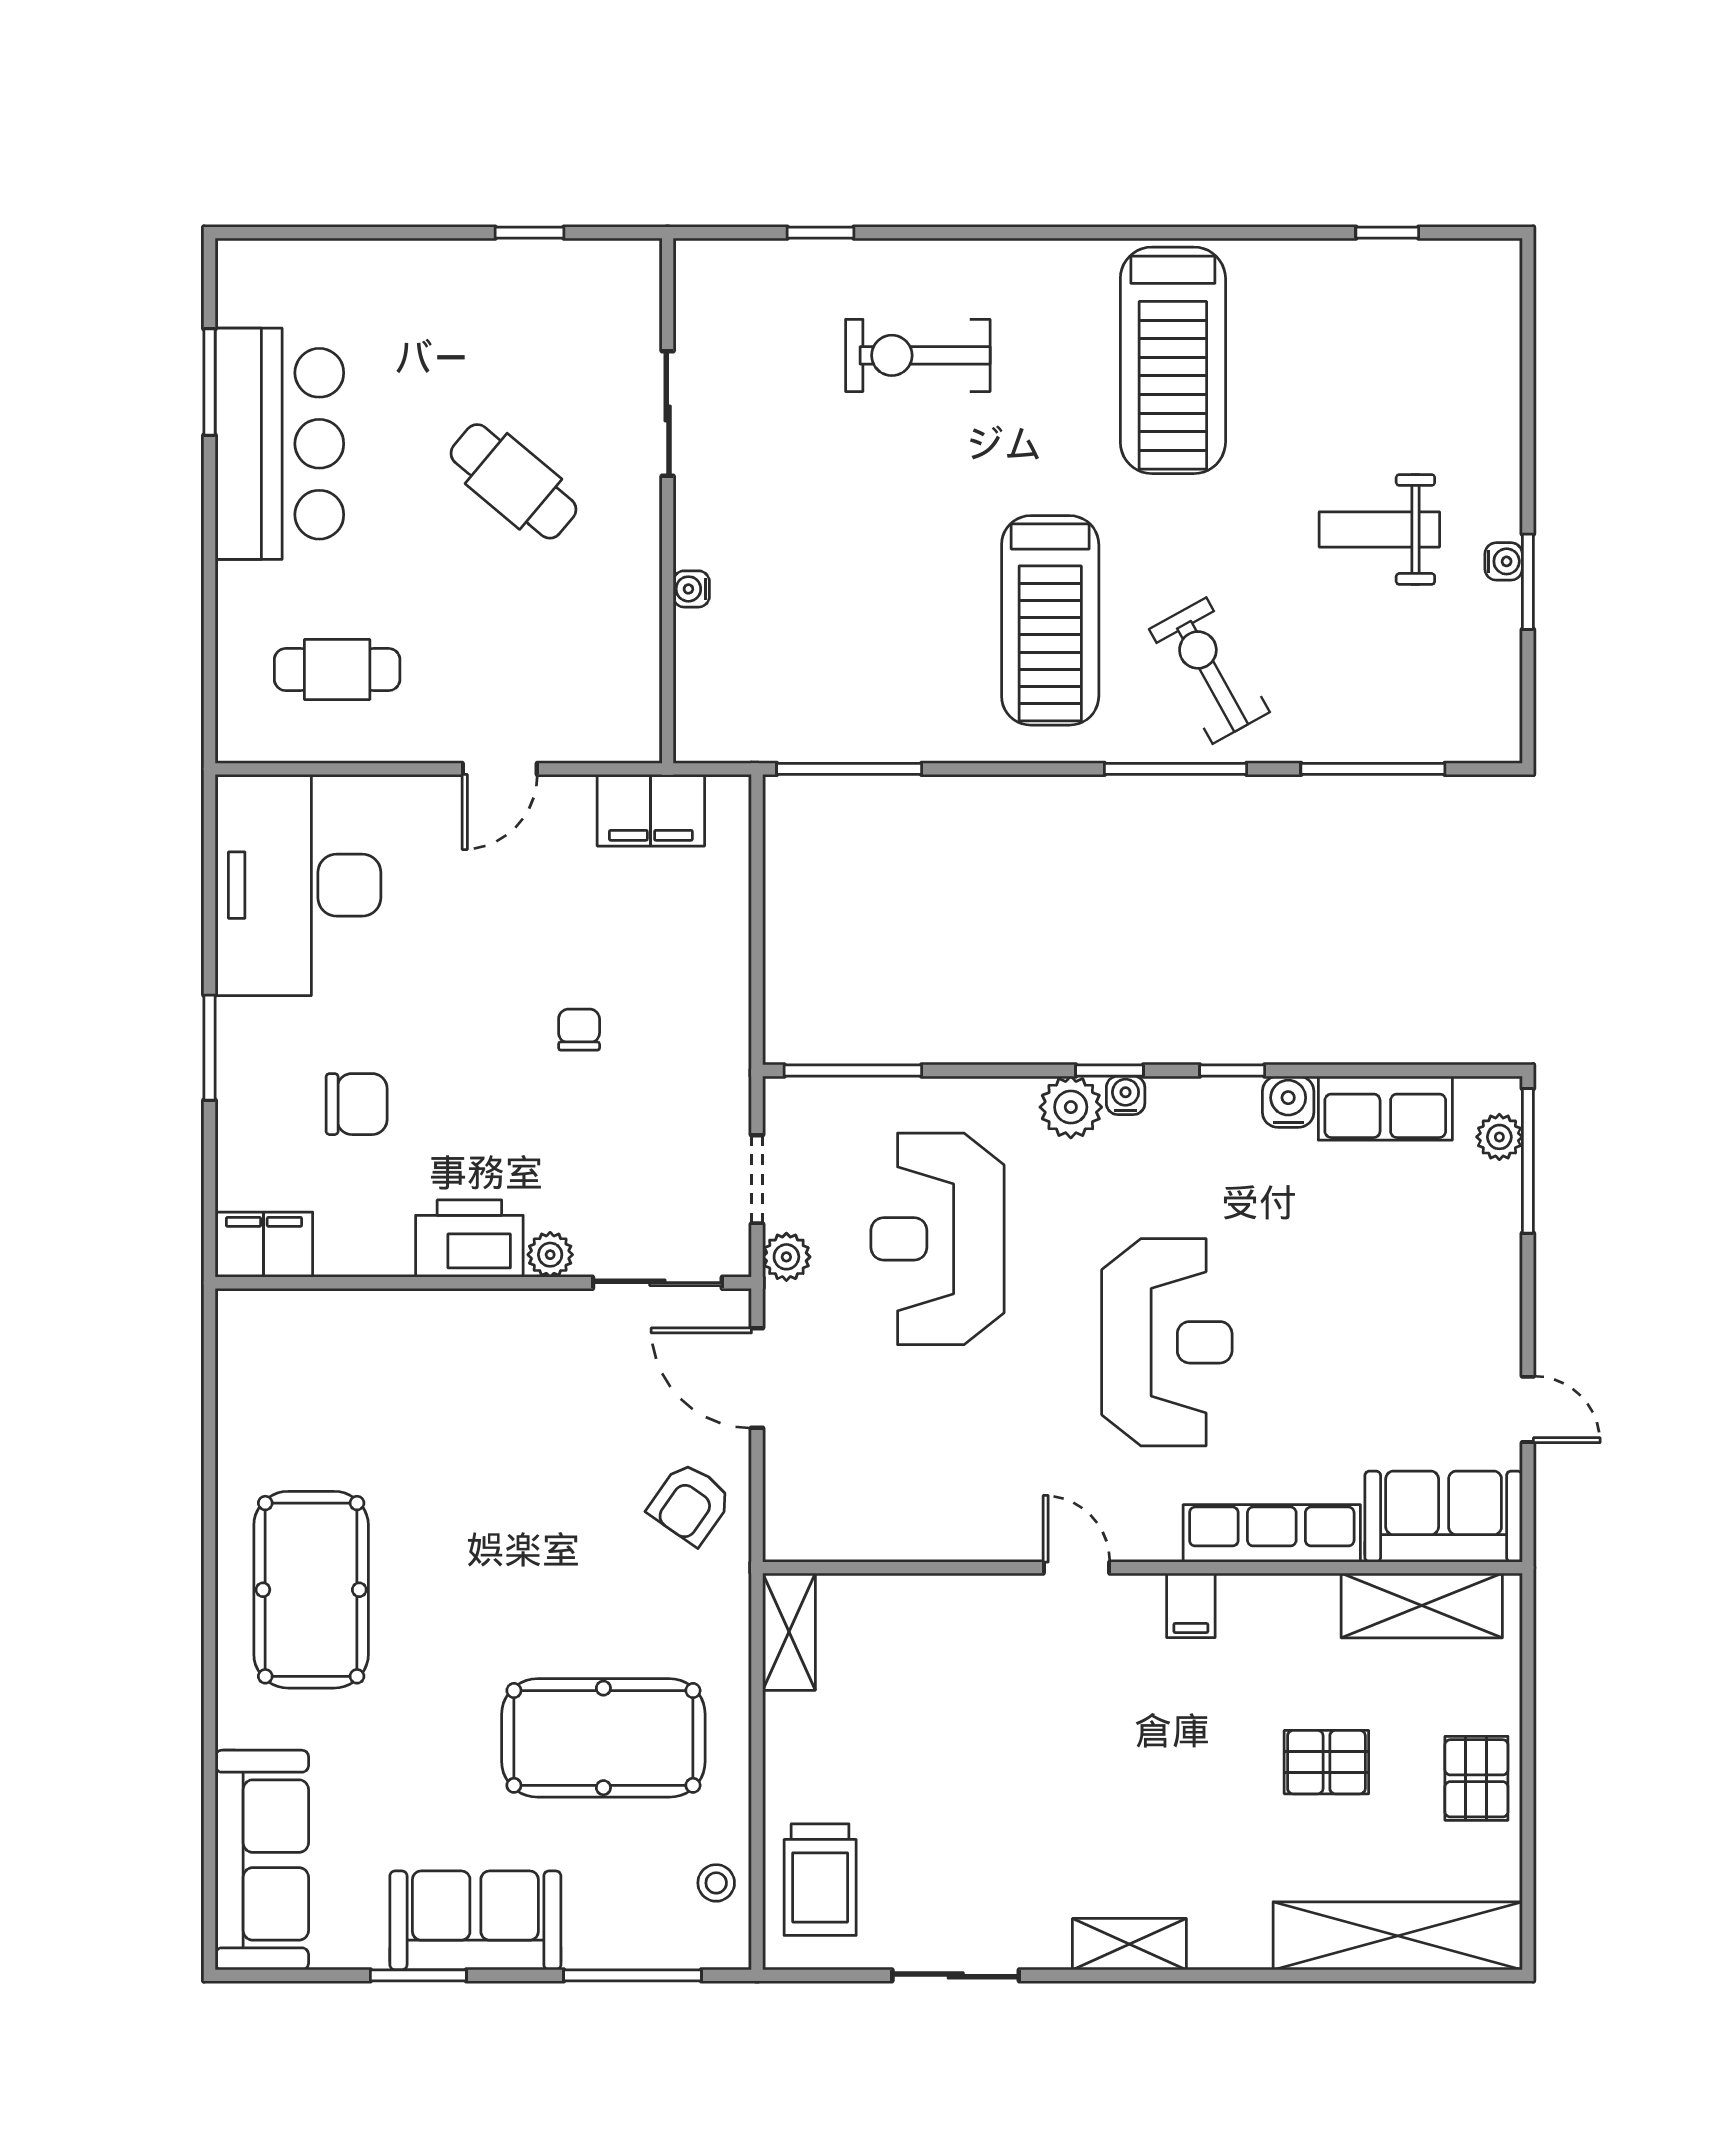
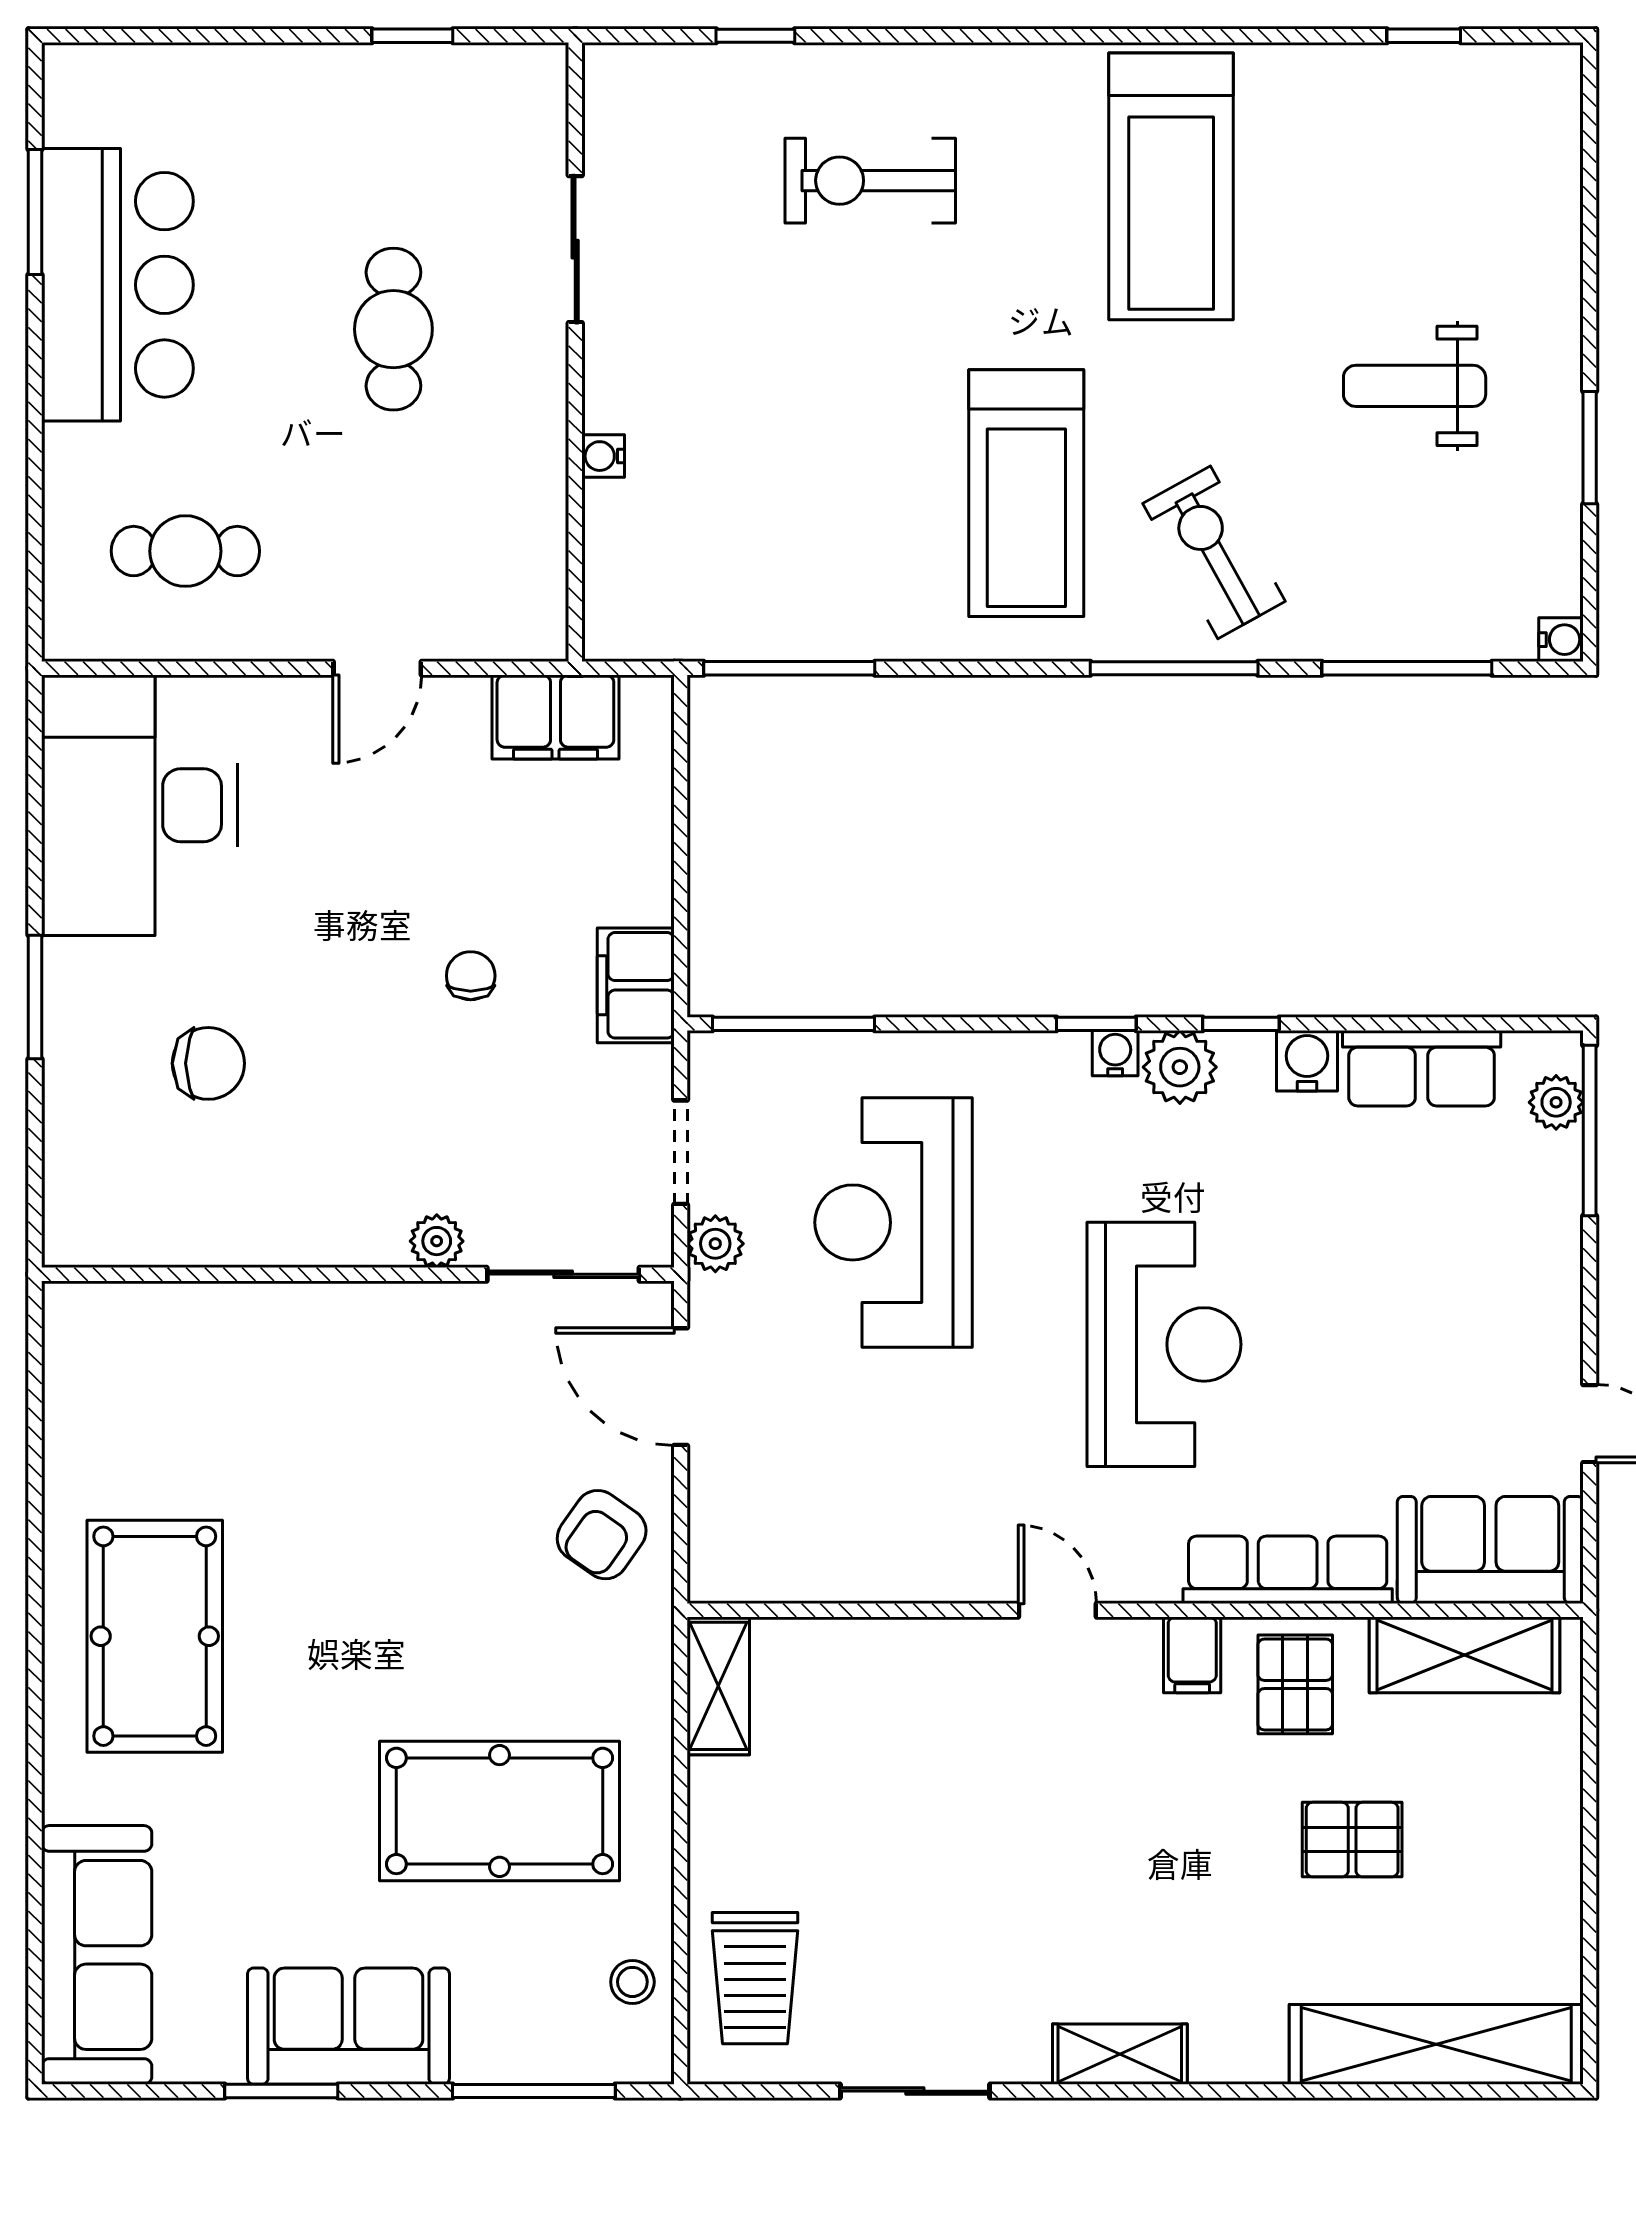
cafe table: (513, 481) -> (393, 329), turned 50
water cooler: (1504, 561) -> (1561, 640), moved
plant: (1071, 1107) -> (1180, 1067), moved
printer: (469, 1239) -> (341, 1222), removed
filing cabinet: (264, 1245) -> (636, 985), moved, turned -90
pallet: (1476, 1778) -> (1295, 1684), moved

